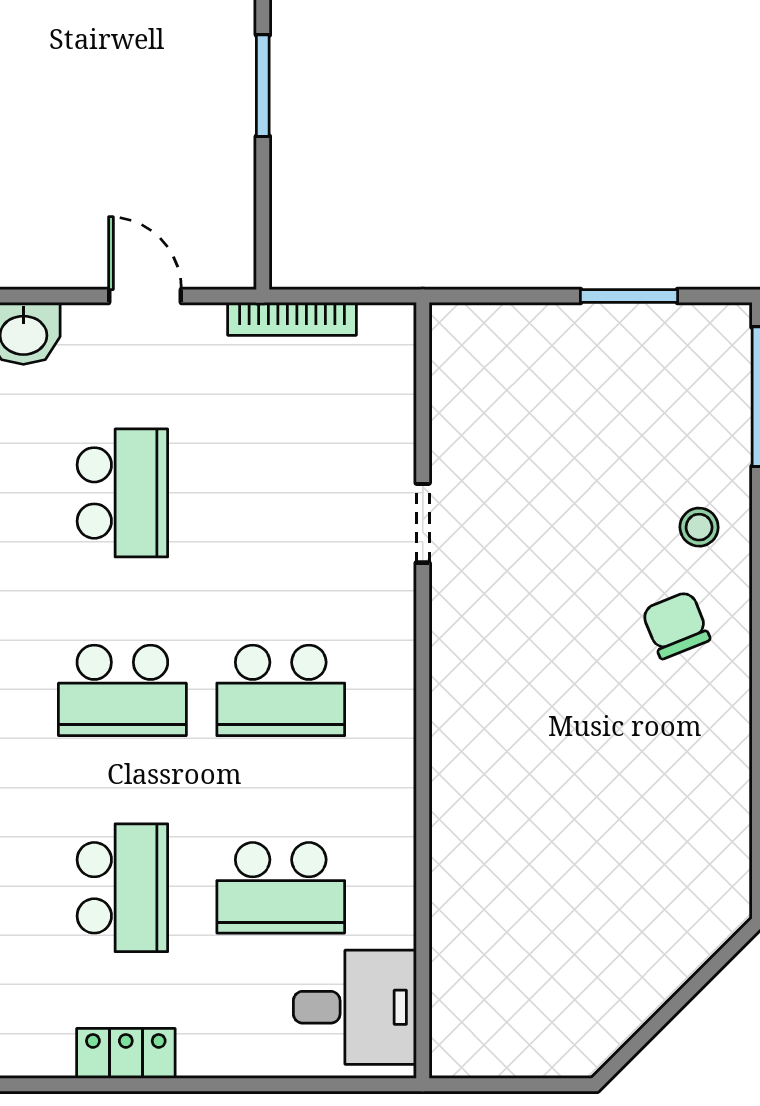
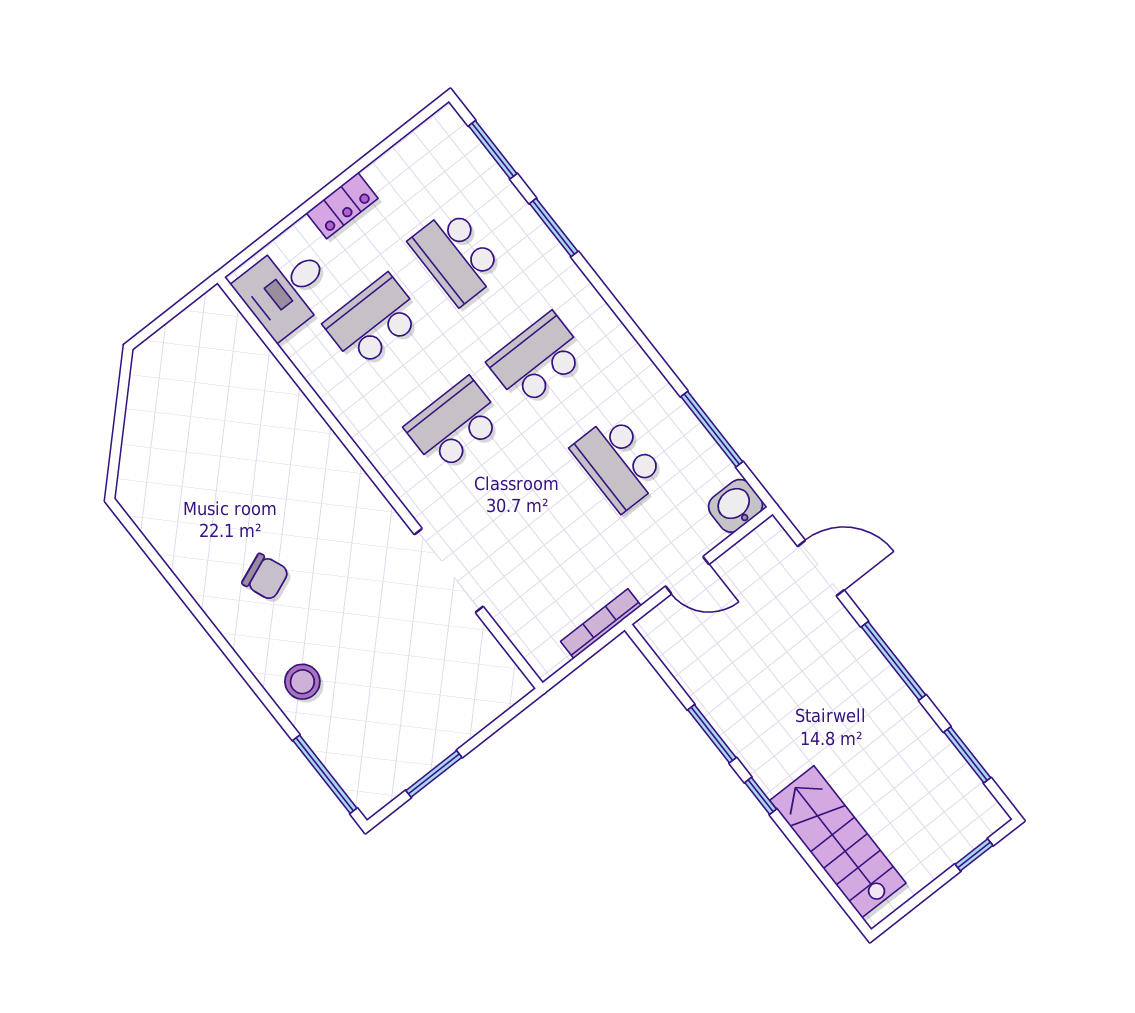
doorway: (423, 523) -> (449, 570), width x1.87
stool: (699, 527) -> (302, 682), width x1.37, depth x1.37
chair: (676, 625) -> (265, 577), moved
locker: (126, 1053) -> (342, 206), moved

